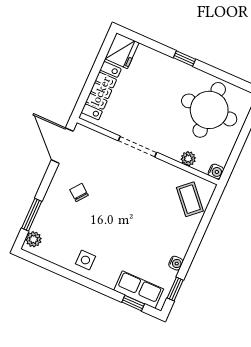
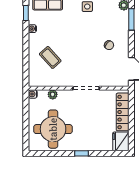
coffee table: (190, 199) -> (50, 57), moved

